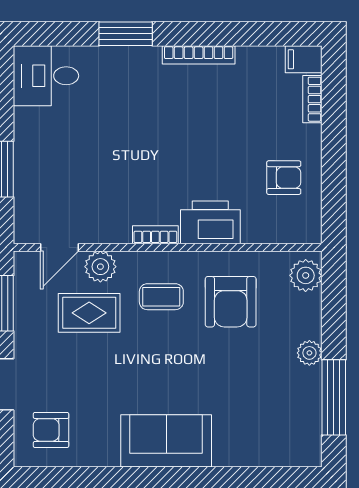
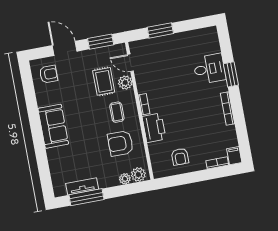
desk: (46, 76) -> (209, 69), moved, turned 90
plant: (309, 353) -> (125, 179), moved
tv unit: (309, 402) -> (82, 186), added
armchair: (51, 430) -> (48, 74), turned 90

